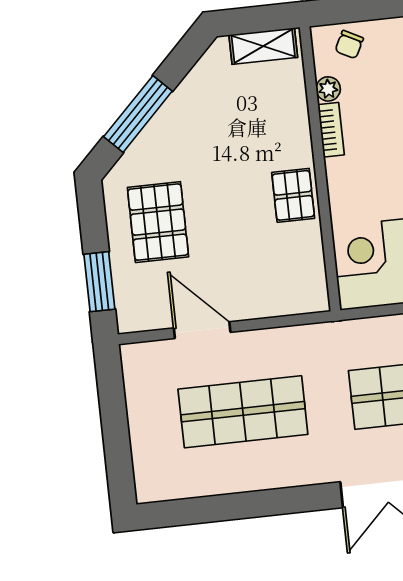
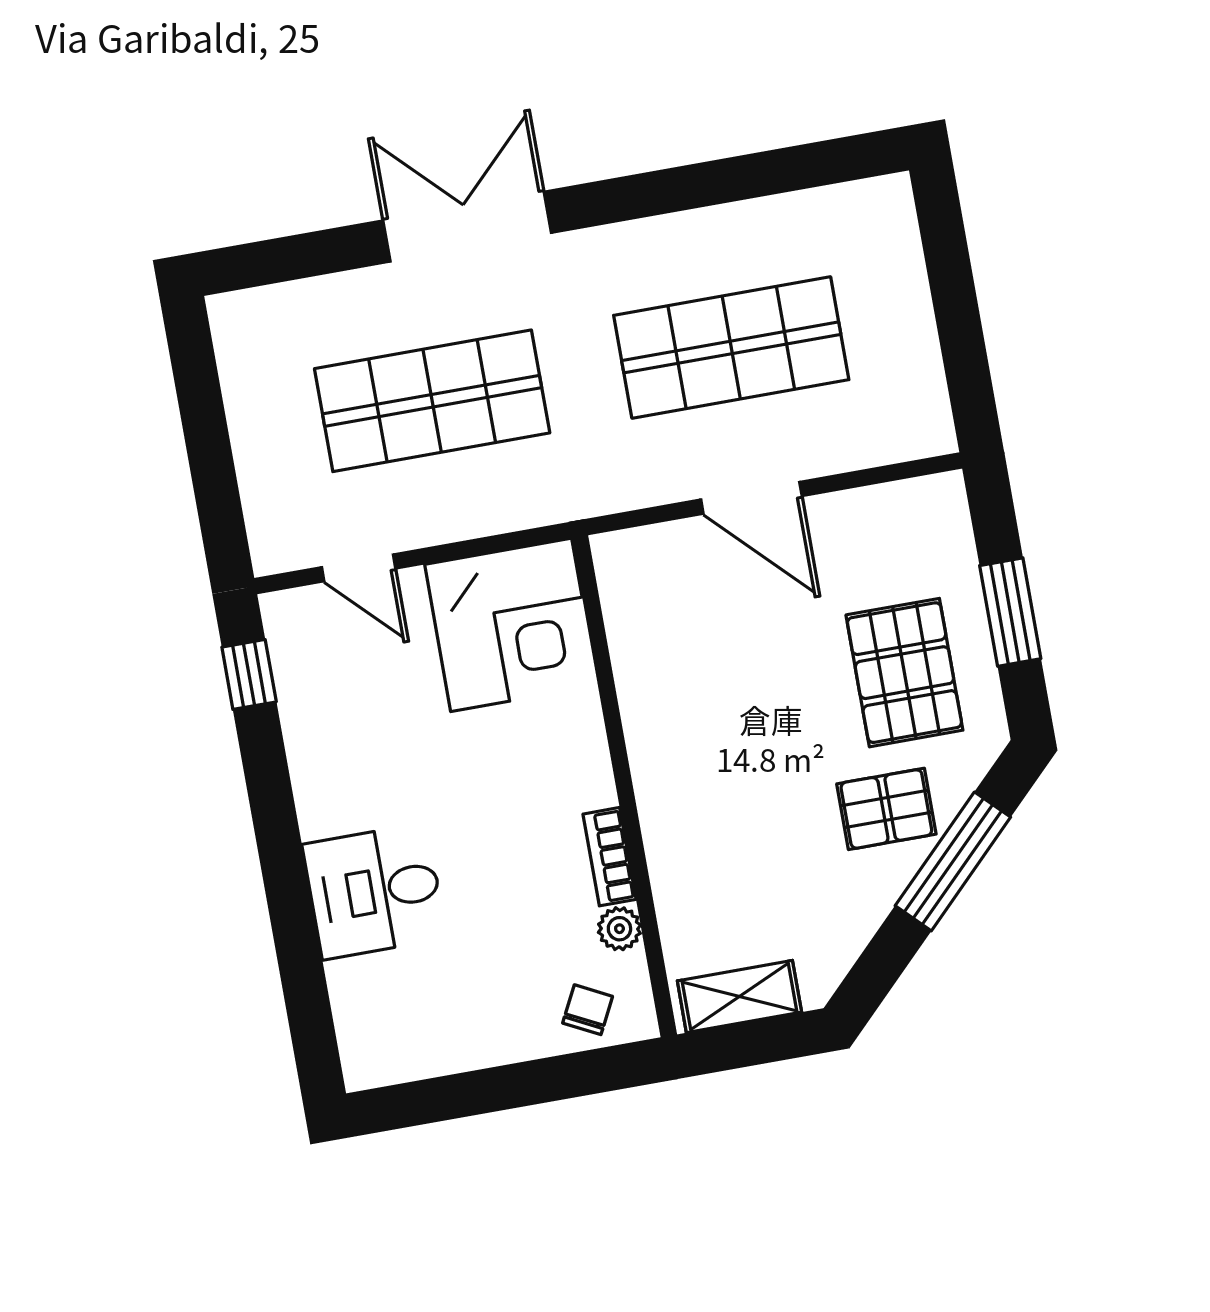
pallet: (293, 195) -> (886, 809), moved, turned 90
window: (99, 282) -> (1010, 612), moved
door: (202, 330) -> (751, 498), moved

